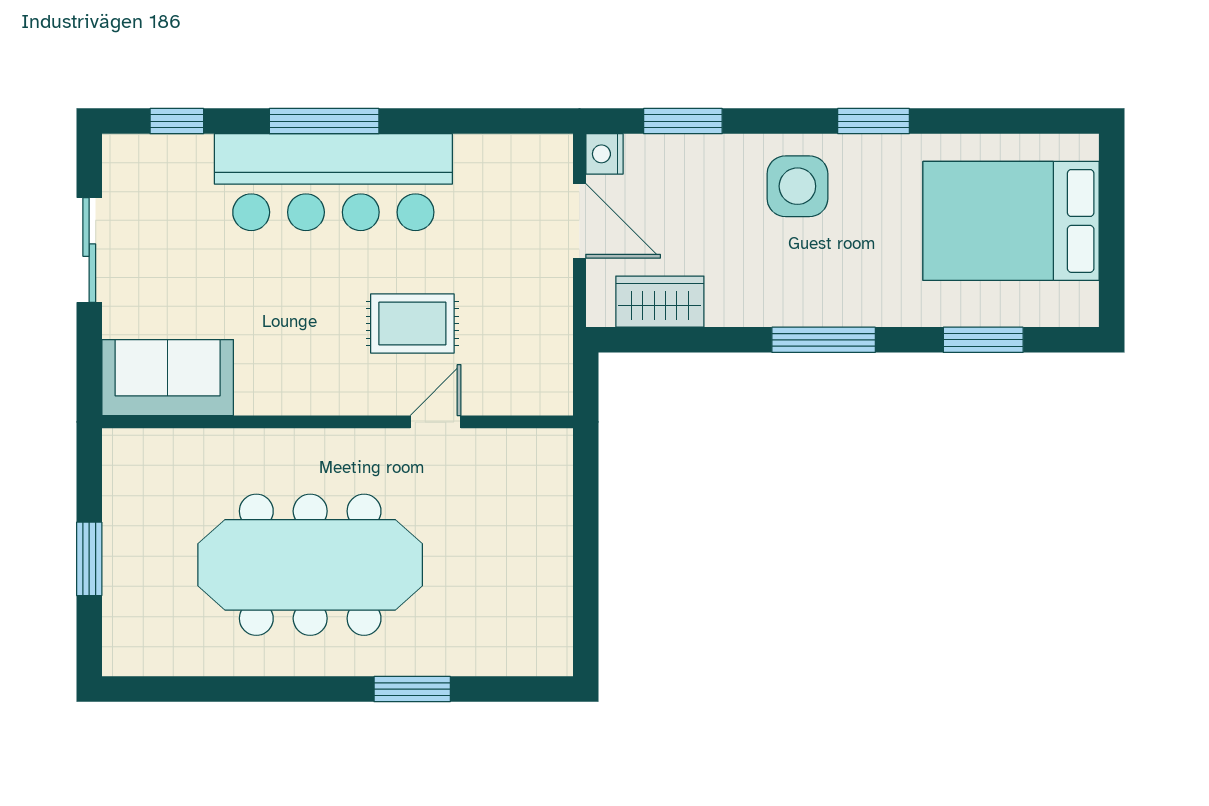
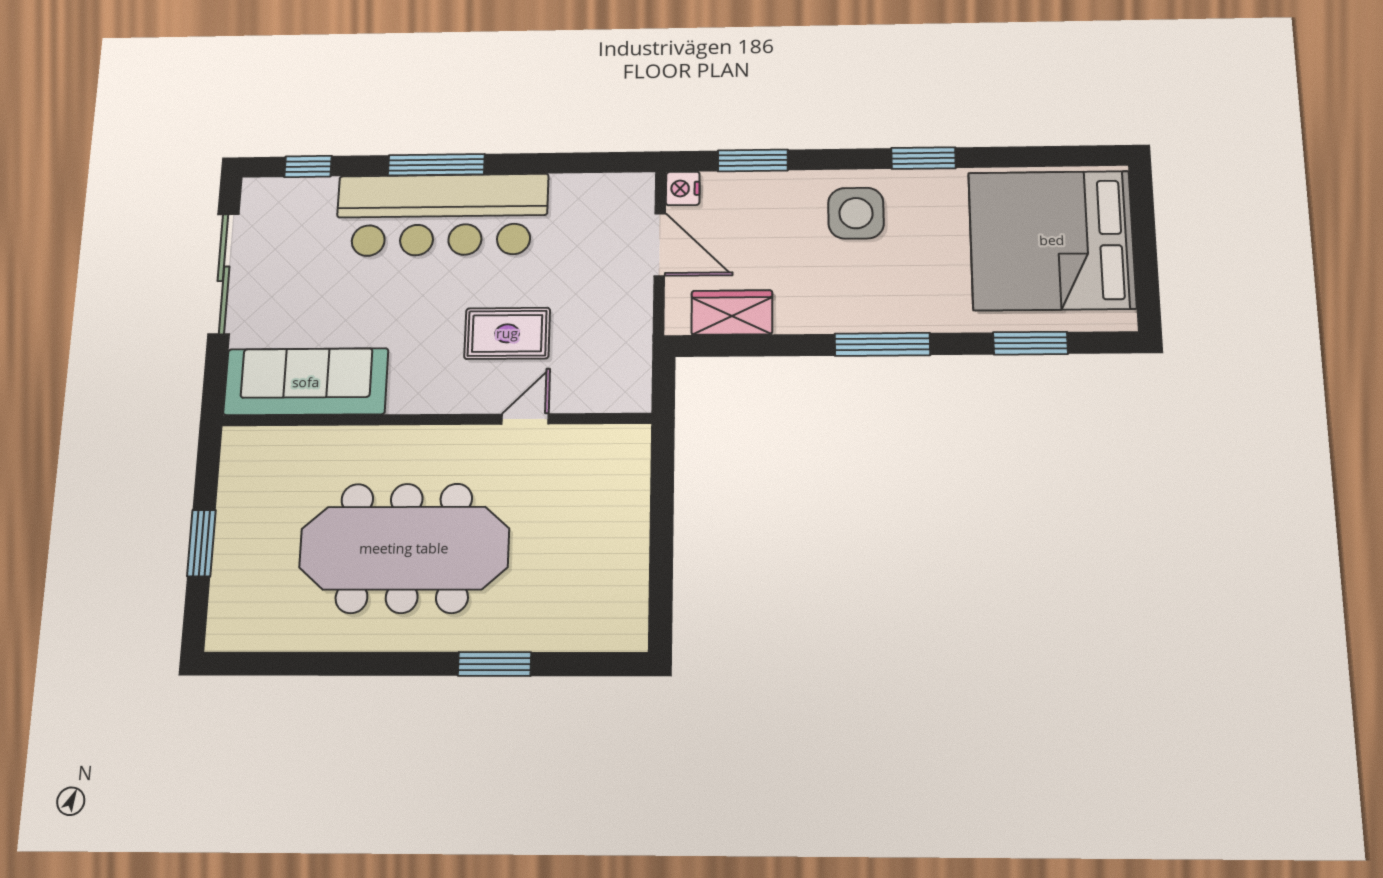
bed: (1011, 221) -> (1052, 240), width x1.36
sliding door: (89, 250) -> (224, 274), width x1.37
sofa: (168, 378) -> (306, 382), width x1.36

